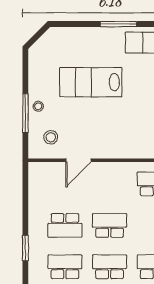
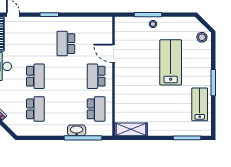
stool: (51, 137) -> (202, 37), moved
school desk: (110, 225) -> (96, 76), moved, turned 180
school desk: (65, 267) -> (35, 44), removed

